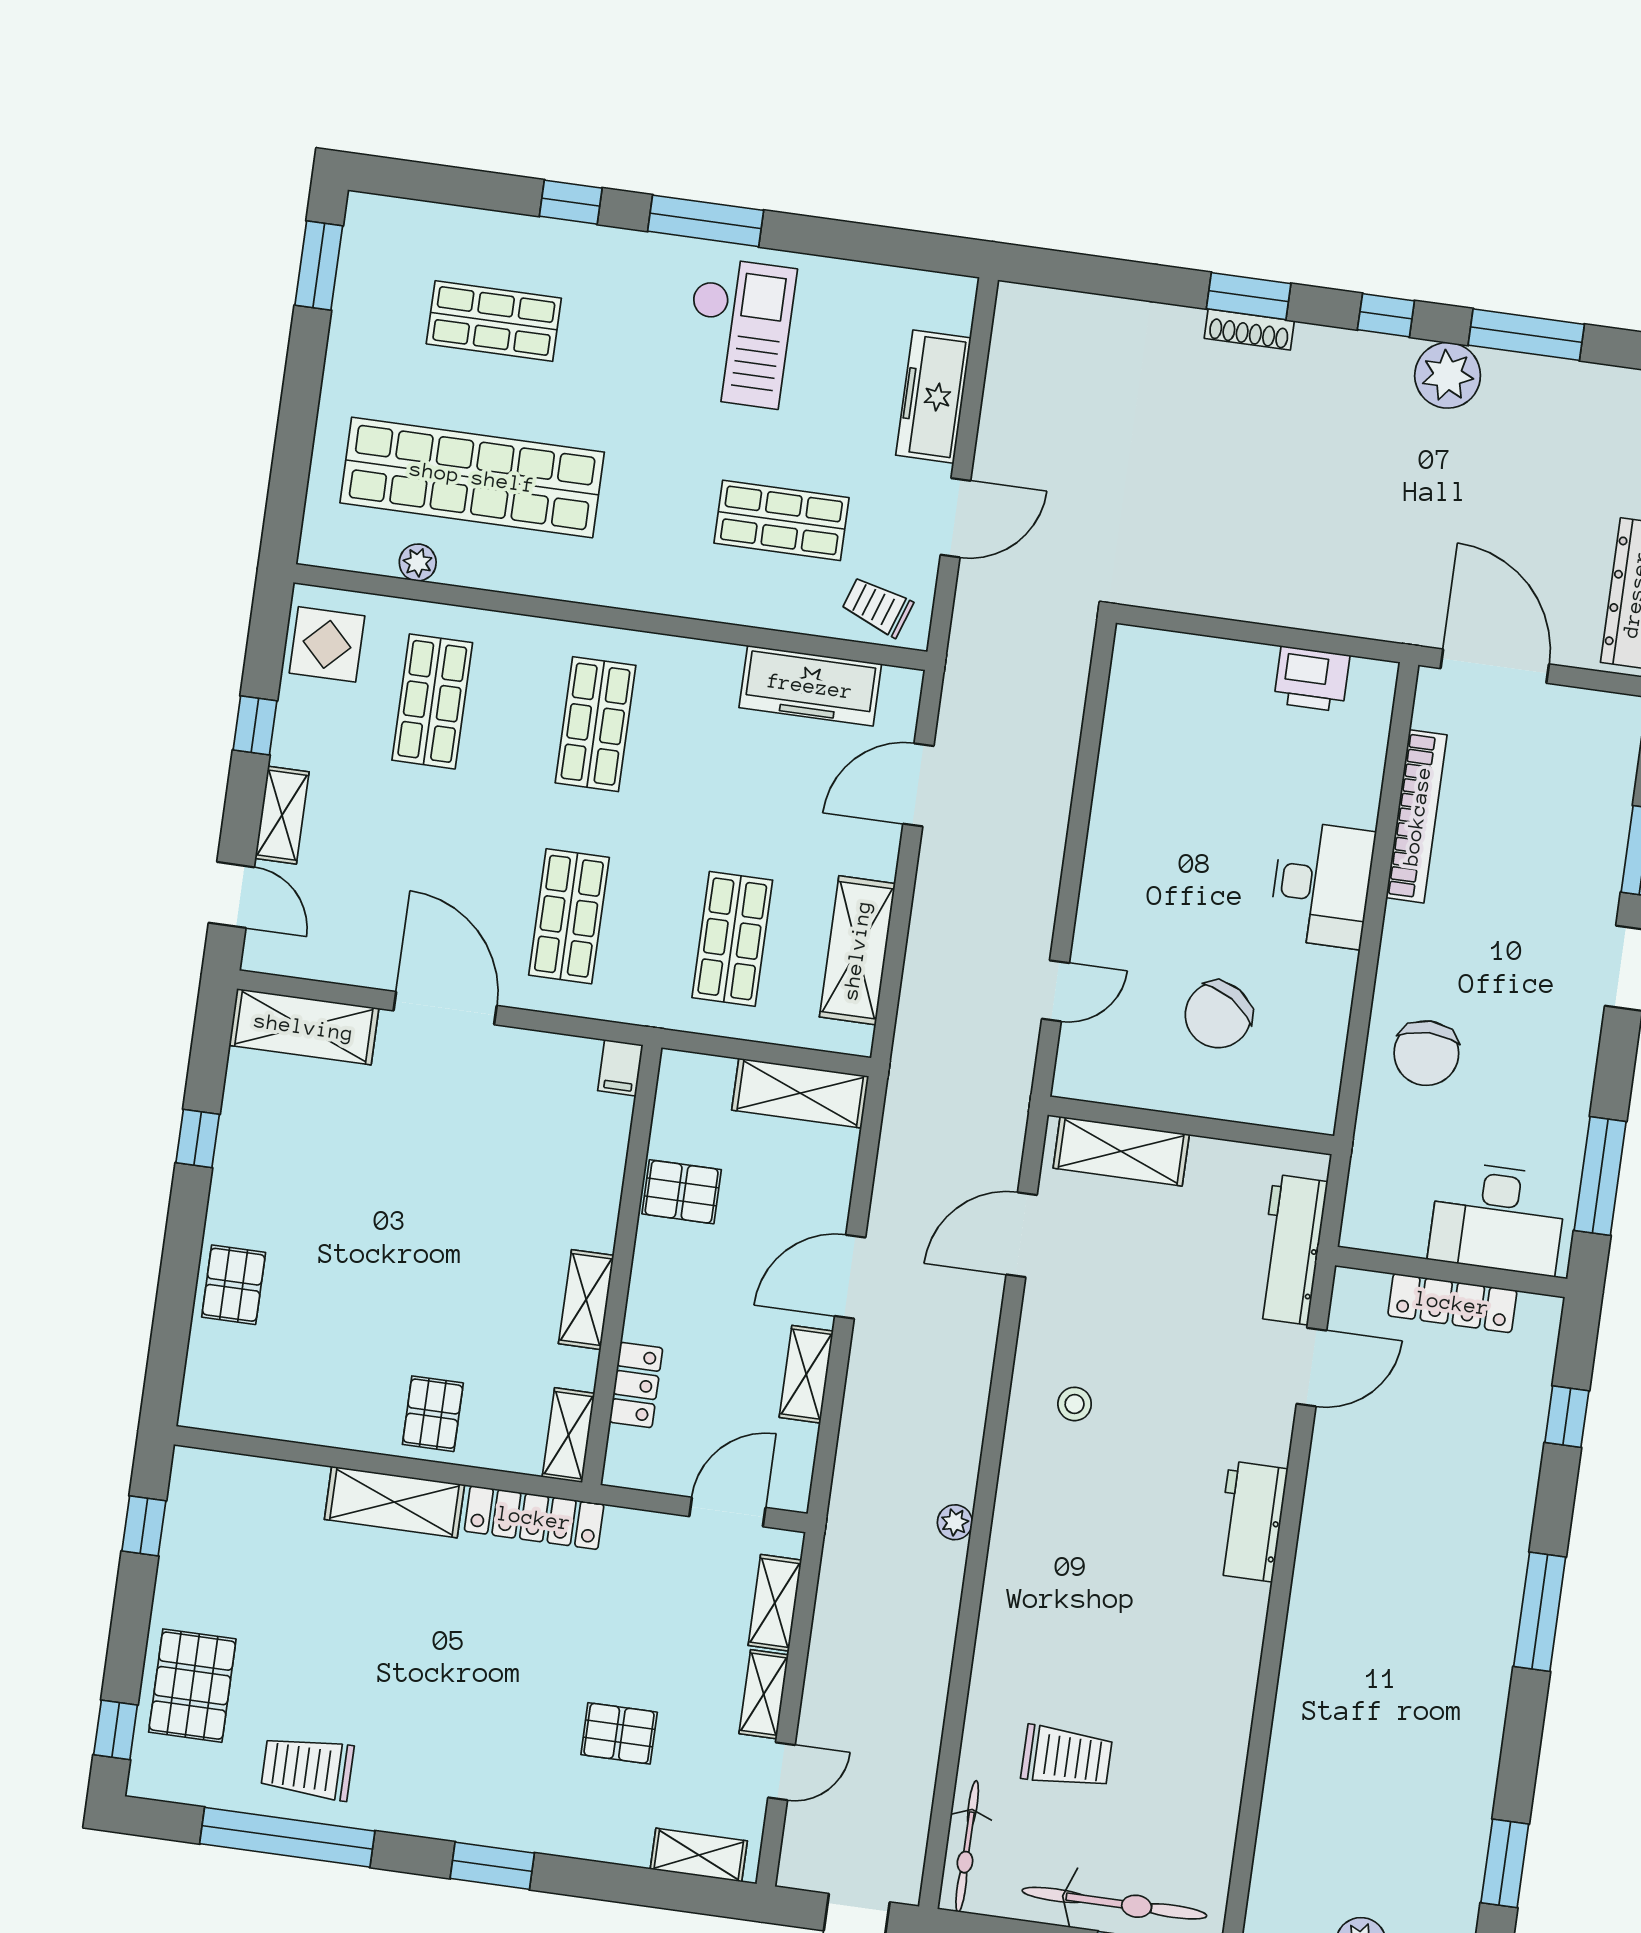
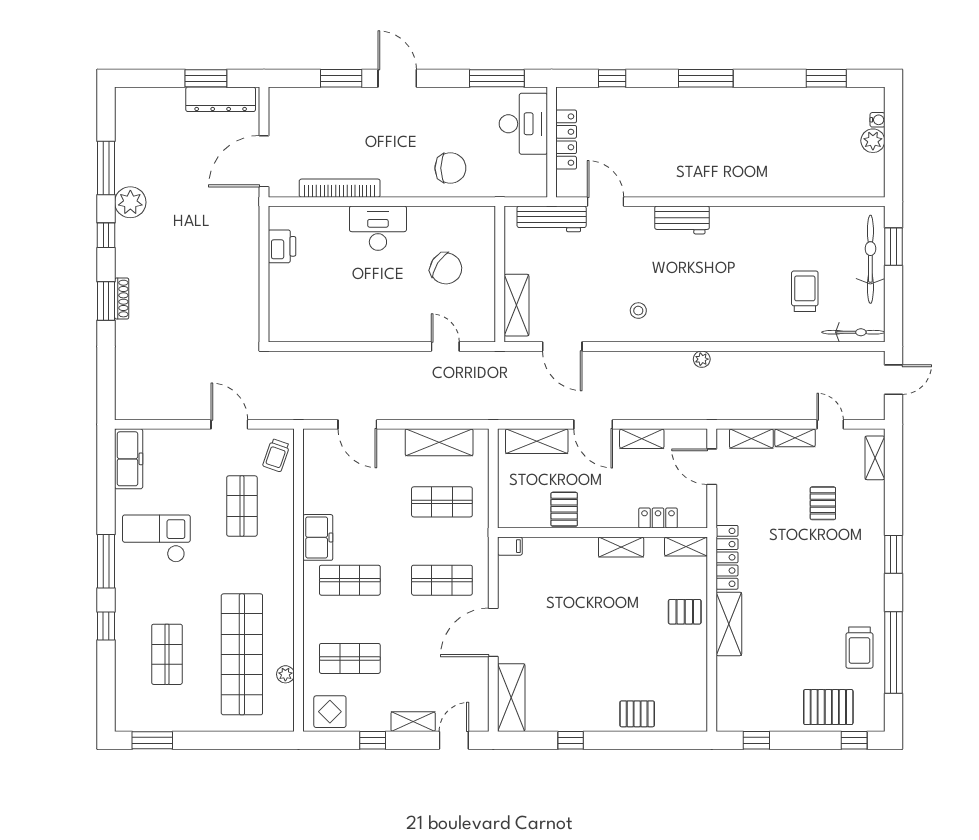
freezer: (933, 397) -> (129, 459), moved, turned -90
freezer: (810, 686) -> (318, 537), moved, width x0.71
shelving: (800, 1093) -> (537, 441), moved, turned 90

